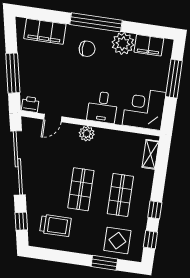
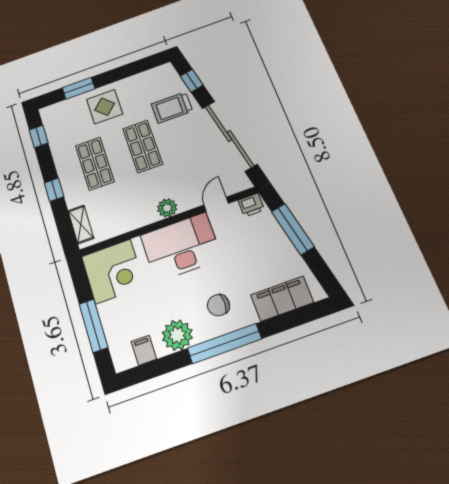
filing cabinet: (149, 45) -> (144, 350), width x0.50
desk: (103, 107) -> (181, 247), width x1.87, depth x1.30
window: (155, 210) -> (54, 190), moved
trolley: (55, 225) -> (172, 108), moved
display table: (117, 241) -> (105, 107), moved

